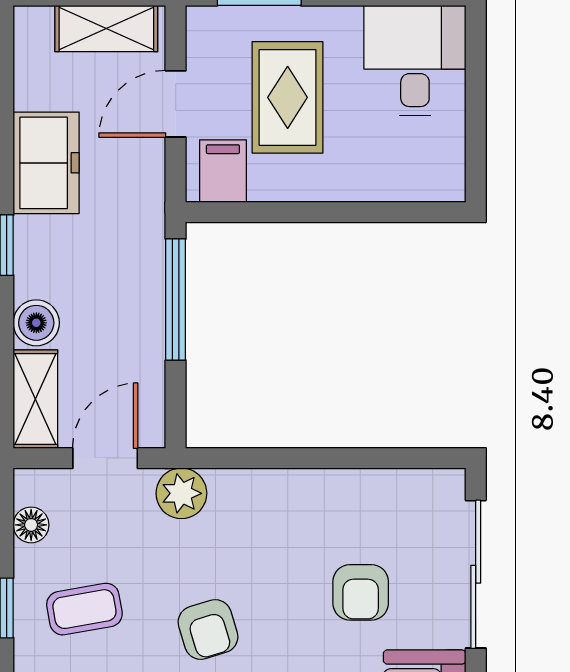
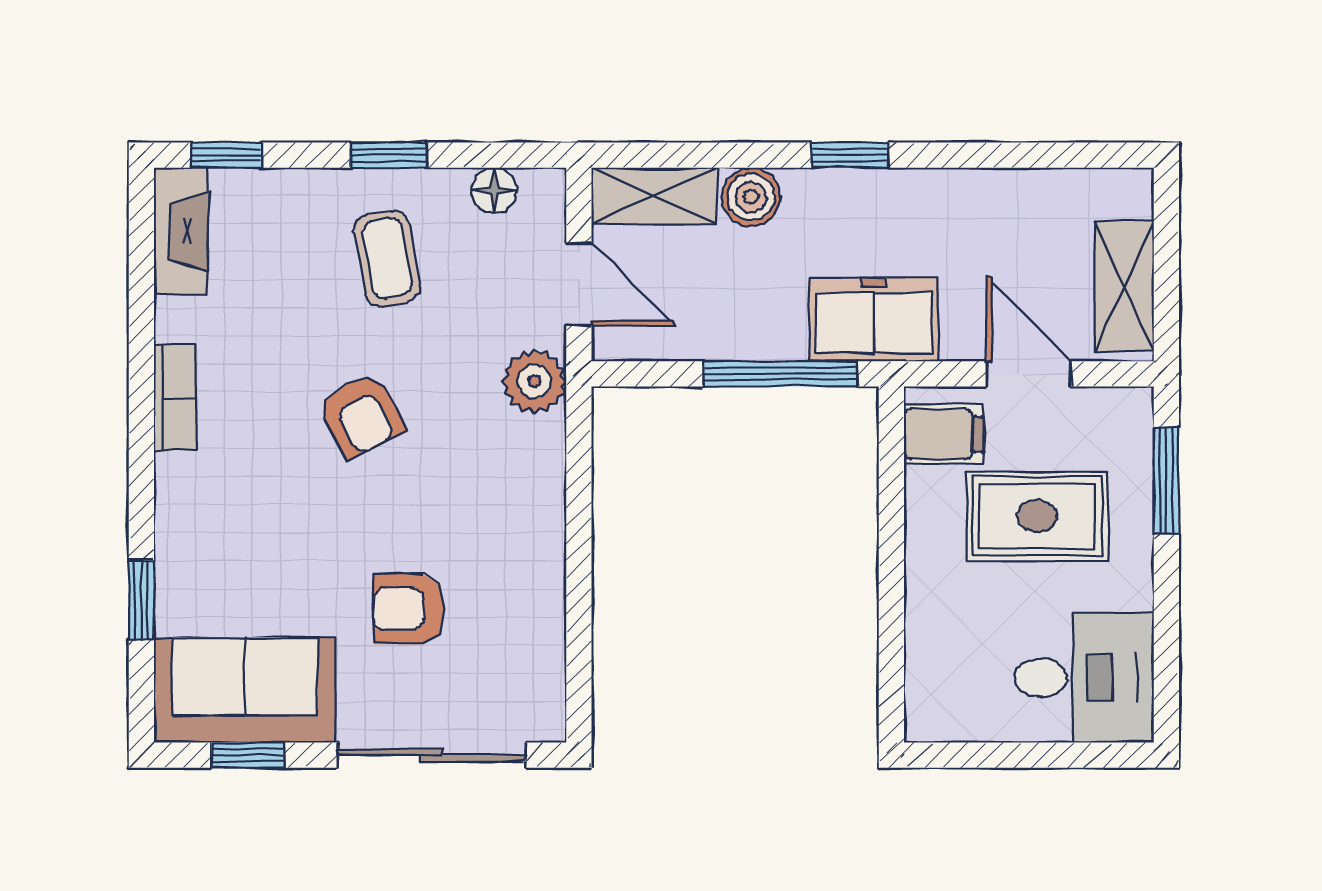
freezer: (46, 163) -> (874, 320), moved, turned 180
armchair: (208, 629) -> (361, 415), turned -101

